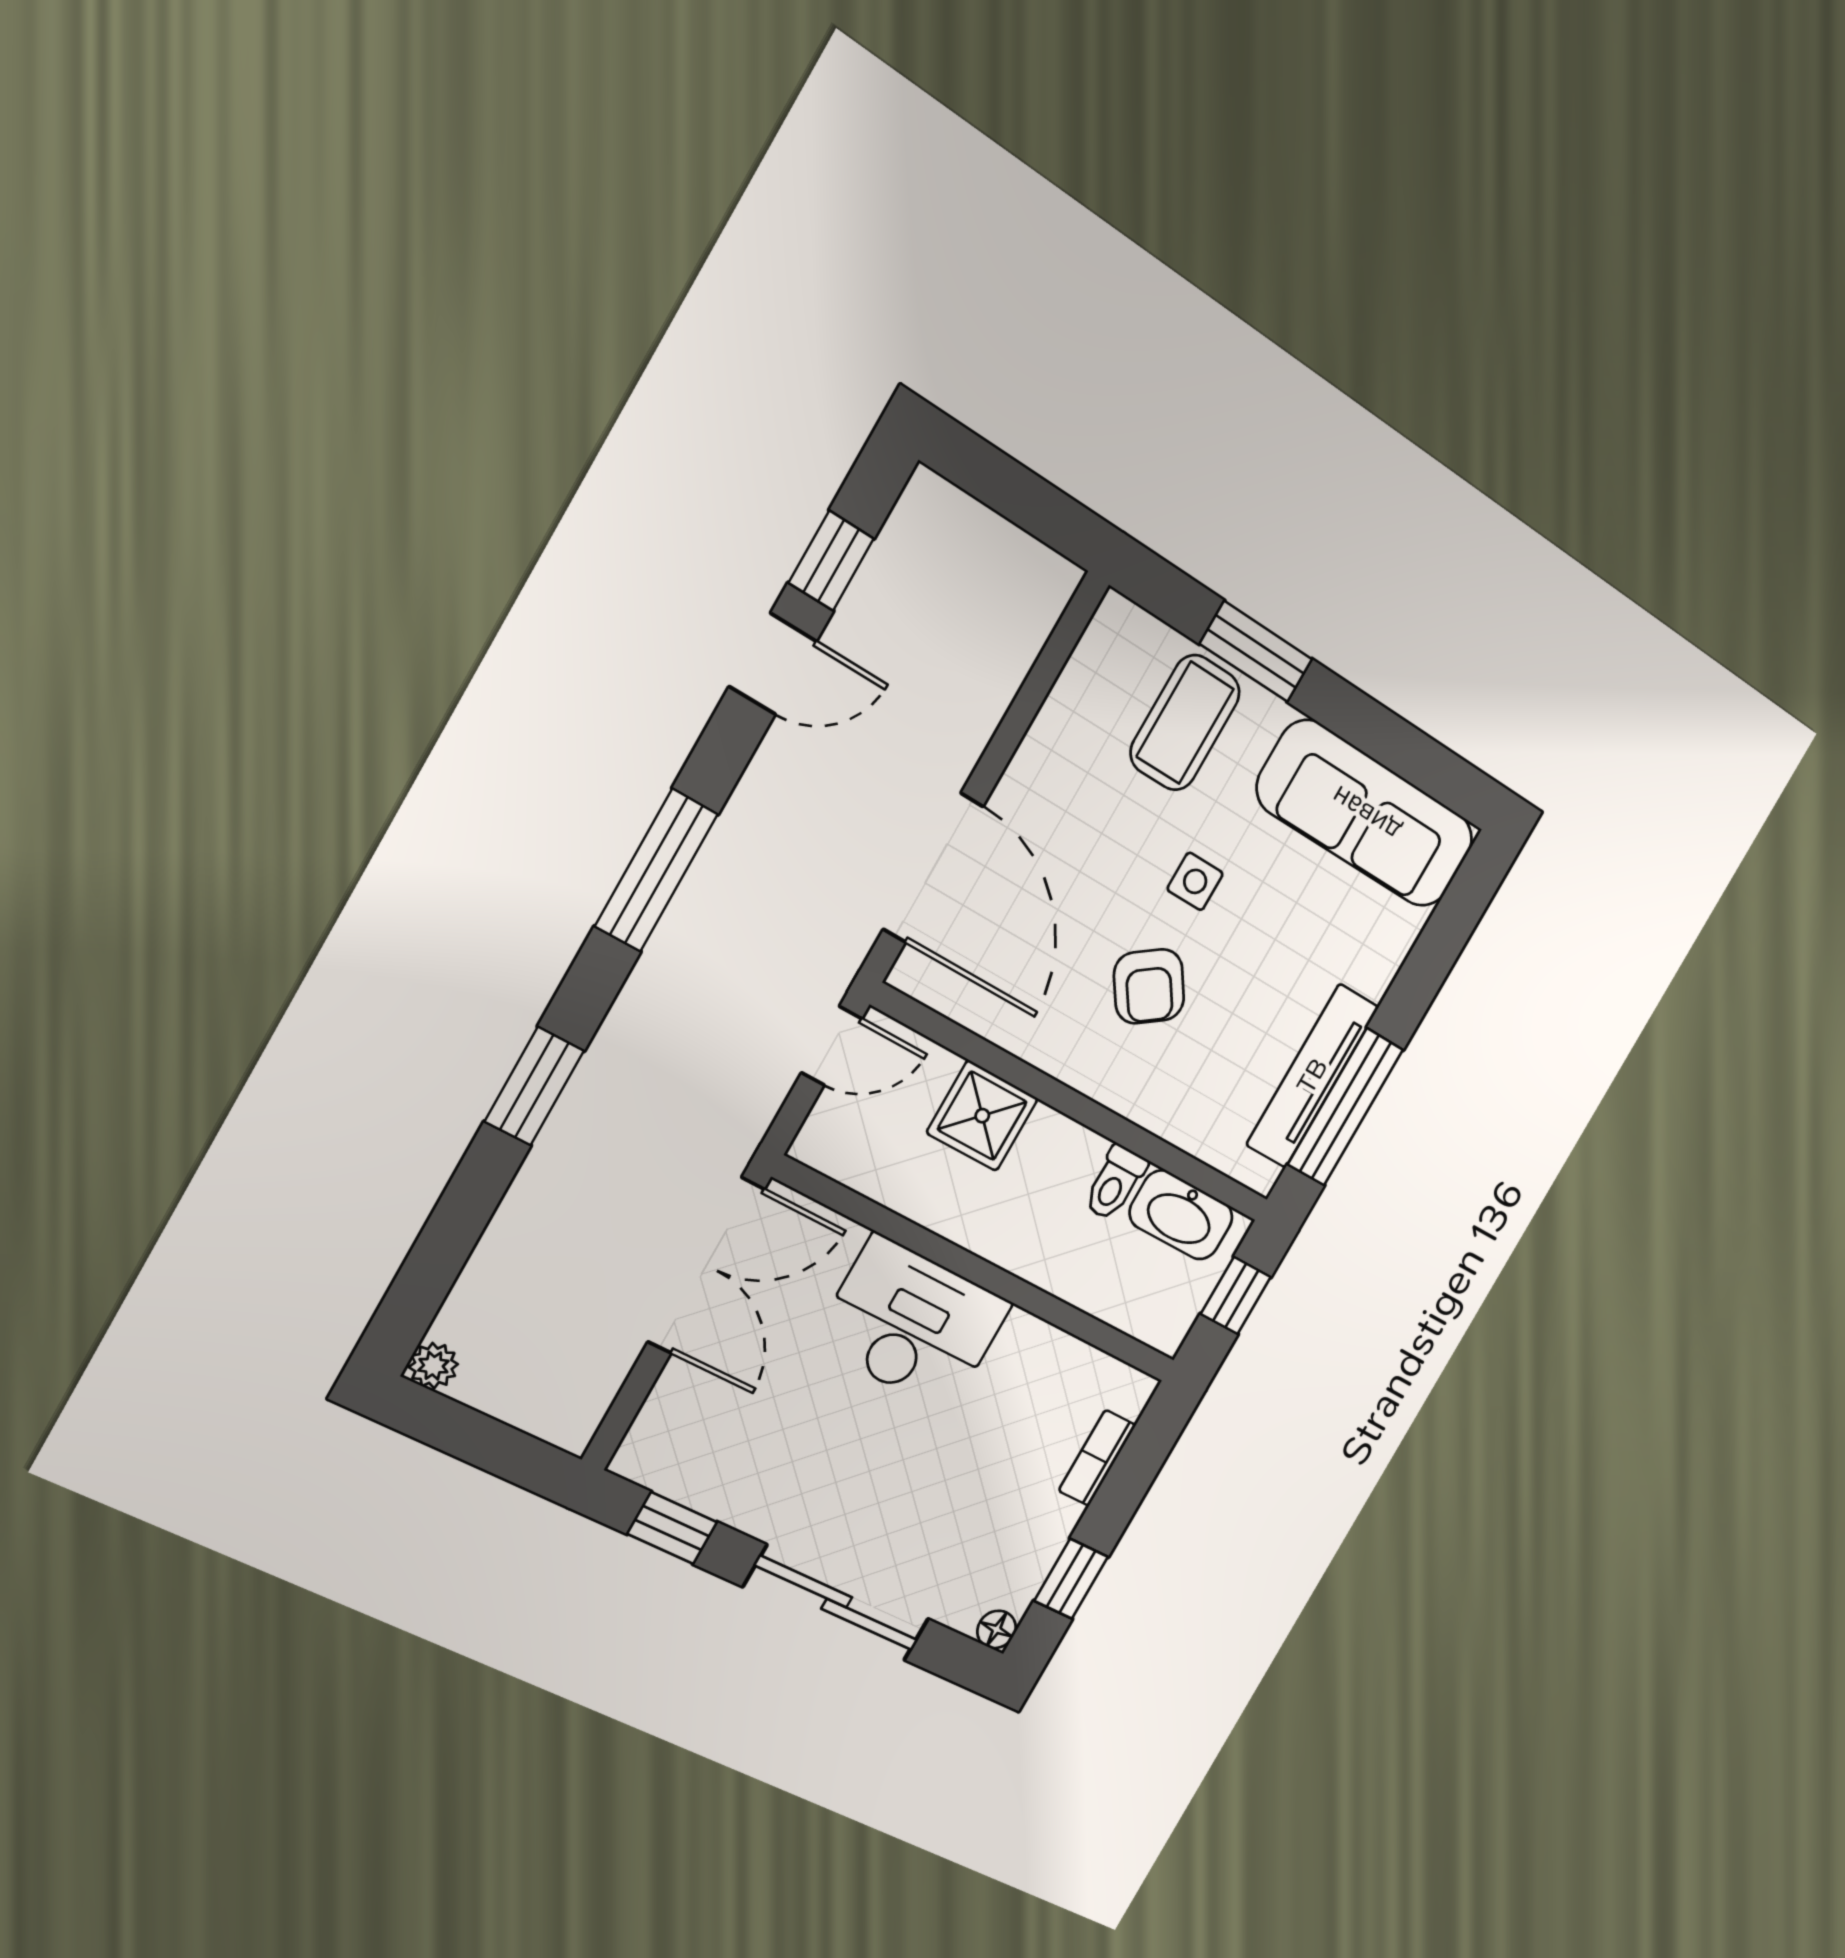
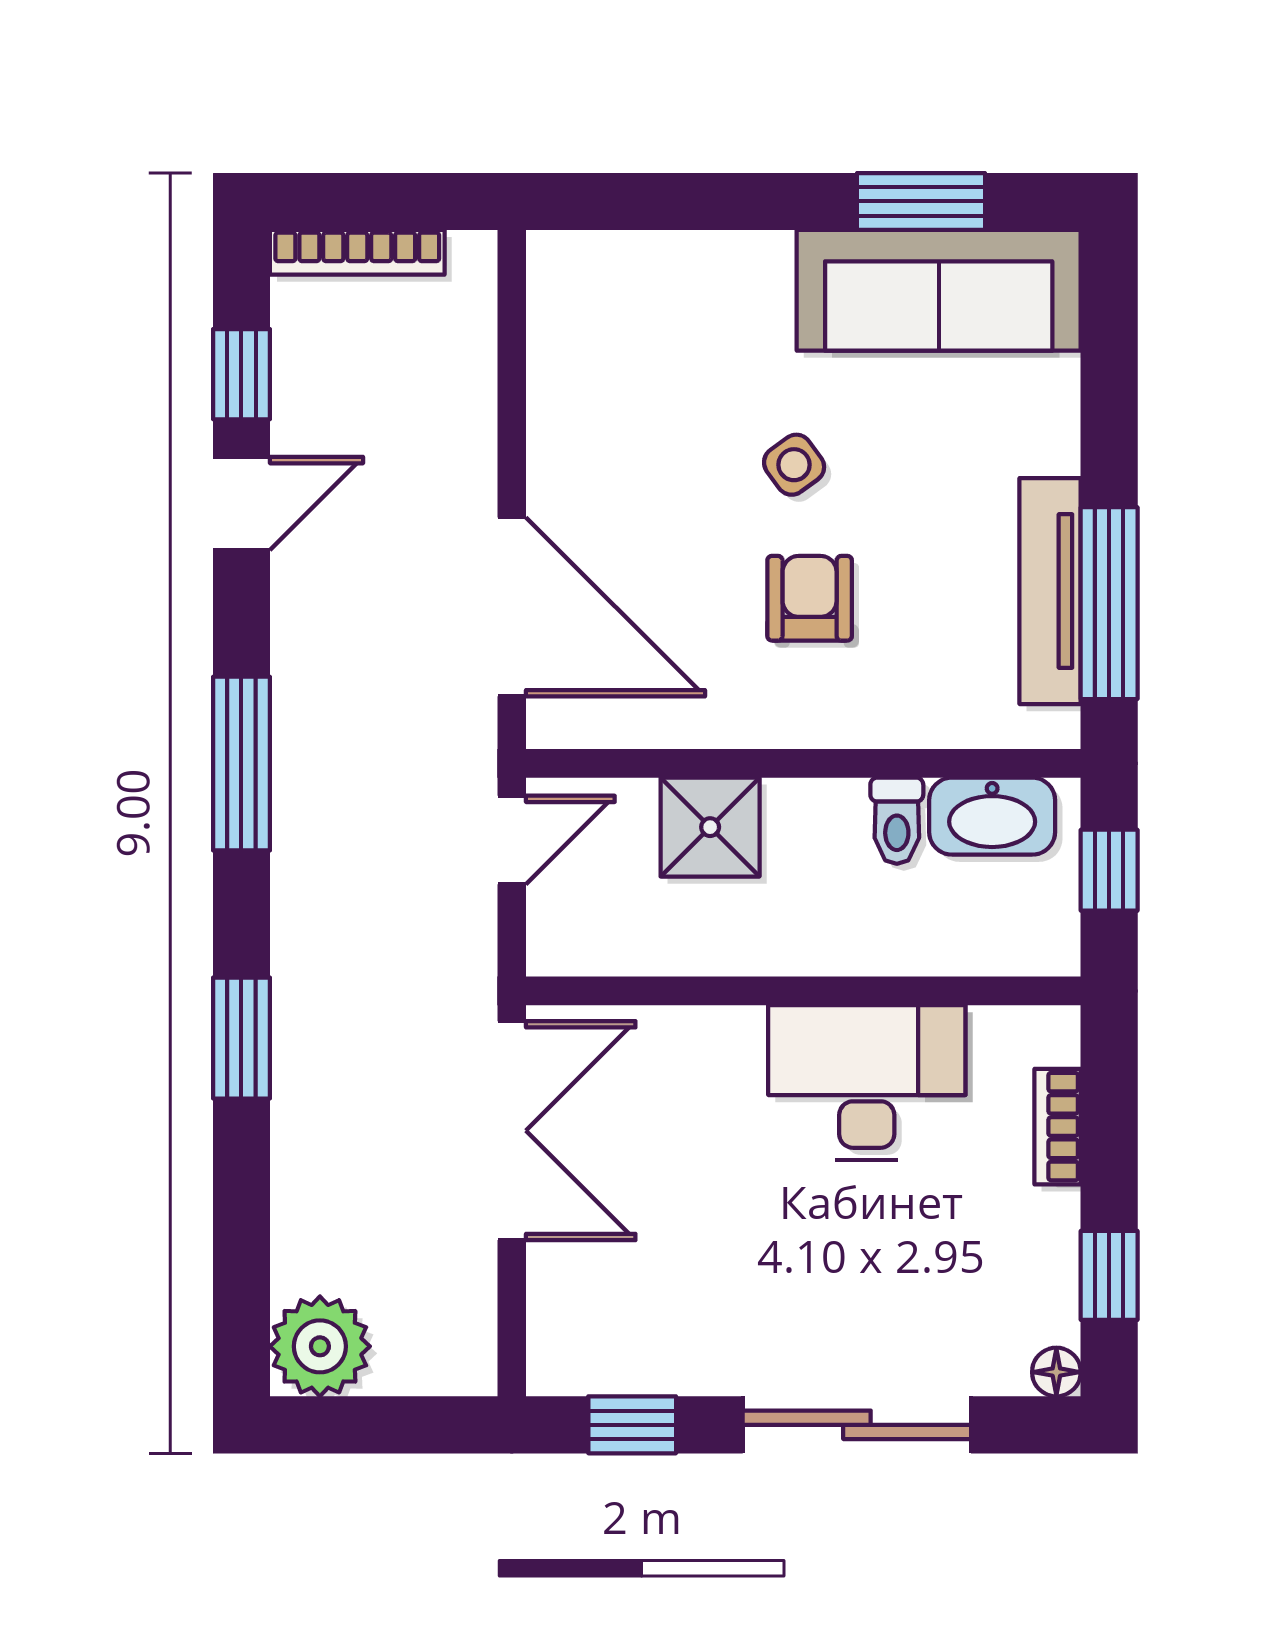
bookcase: (975, 521) -> (357, 252), added
window: (1256, 652) -> (921, 201), moved
coffee table: (1185, 723) -> (686, 315), removed
side table: (1195, 881) -> (794, 465), turned -36
armchair: (1149, 986) -> (810, 598), turned -145
desk: (912, 1324) -> (867, 1083), moved
plant: (433, 1366) -> (320, 1346), width x1.87, depth x1.87

